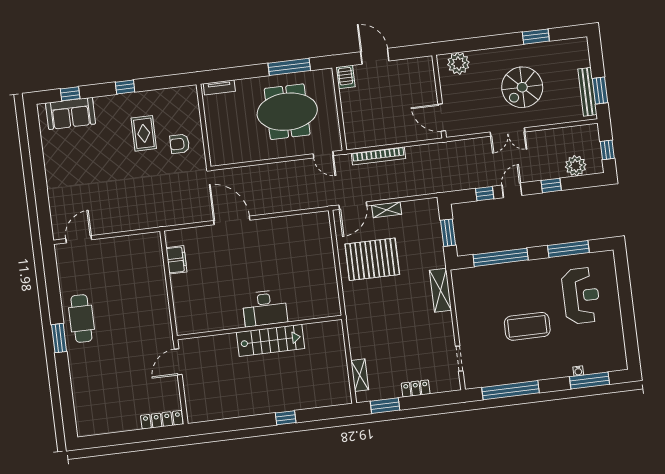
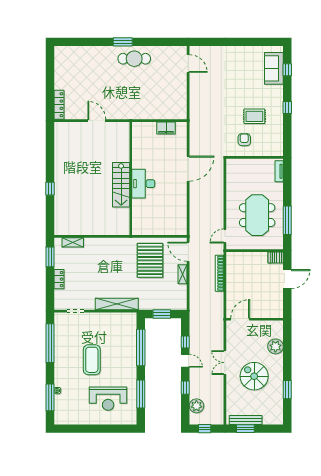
plant: (458, 63) -> (275, 346), moved
shelving: (440, 290) -> (117, 304), width x1.47
desk: (265, 308) -> (143, 184), moved
wall: (259, 327) -> (131, 178), moved
stairs: (270, 340) -> (121, 185), moved

